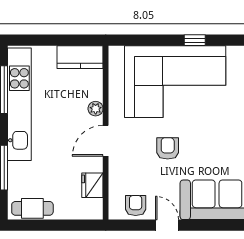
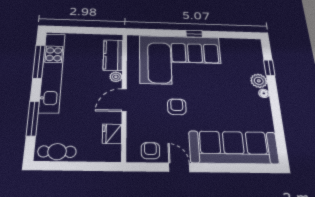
kitchen counter: (80, 57) -> (113, 55), moved, turned 90

